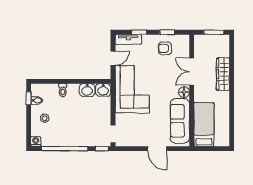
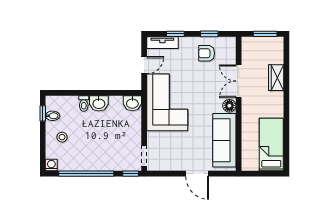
wardrobe: (223, 74) -> (276, 78), width x0.67
washbasin: (87, 90) -> (99, 103), moved
bed: (204, 124) -> (271, 145), moved

